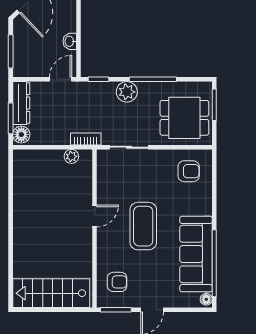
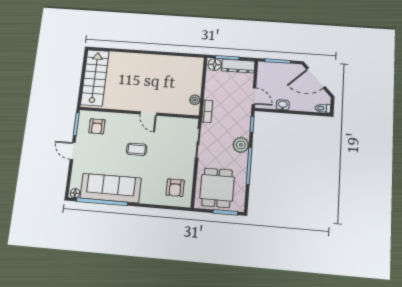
coffee table: (143, 226) -> (137, 149), width x0.54, depth x0.58

